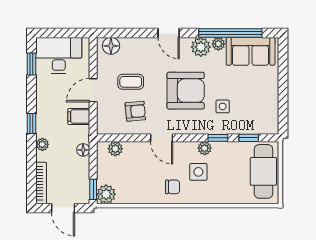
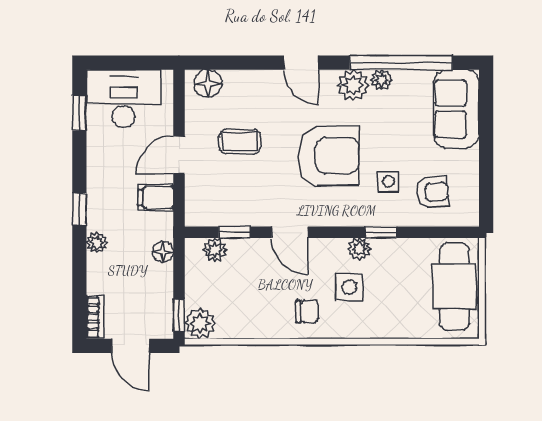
sofa: (251, 51) -> (456, 109), moved, turned 90
armchair: (135, 111) -> (432, 192), moved
window: (249, 138) -> (234, 232), moved
bookcase: (41, 183) -> (95, 317), width x0.64

